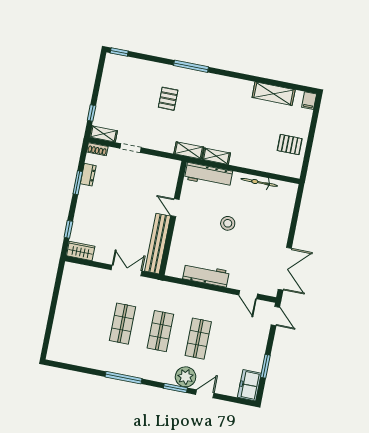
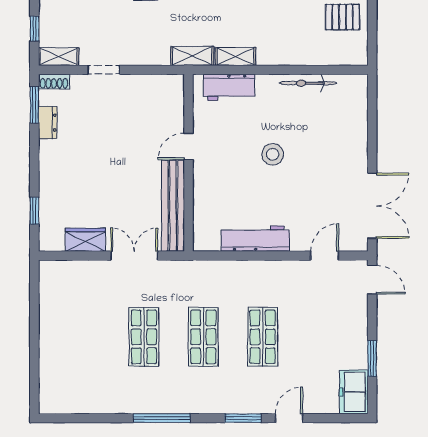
workbench: (208, 175) -> (229, 87), width x0.73
window: (78, 183) -> (34, 105), moved
door: (175, 208) -> (189, 146), hinge flipped
wardrobe: (81, 251) -> (85, 240), moved
door: (248, 295) -> (325, 256), swing flipped
plant: (186, 377) -> (255, 398), removed

